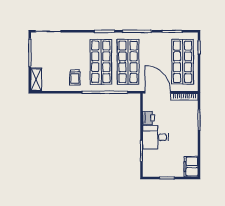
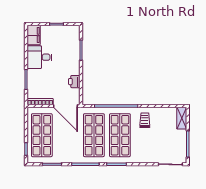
desk: (156, 137) -> (39, 57), moved, turned 180

